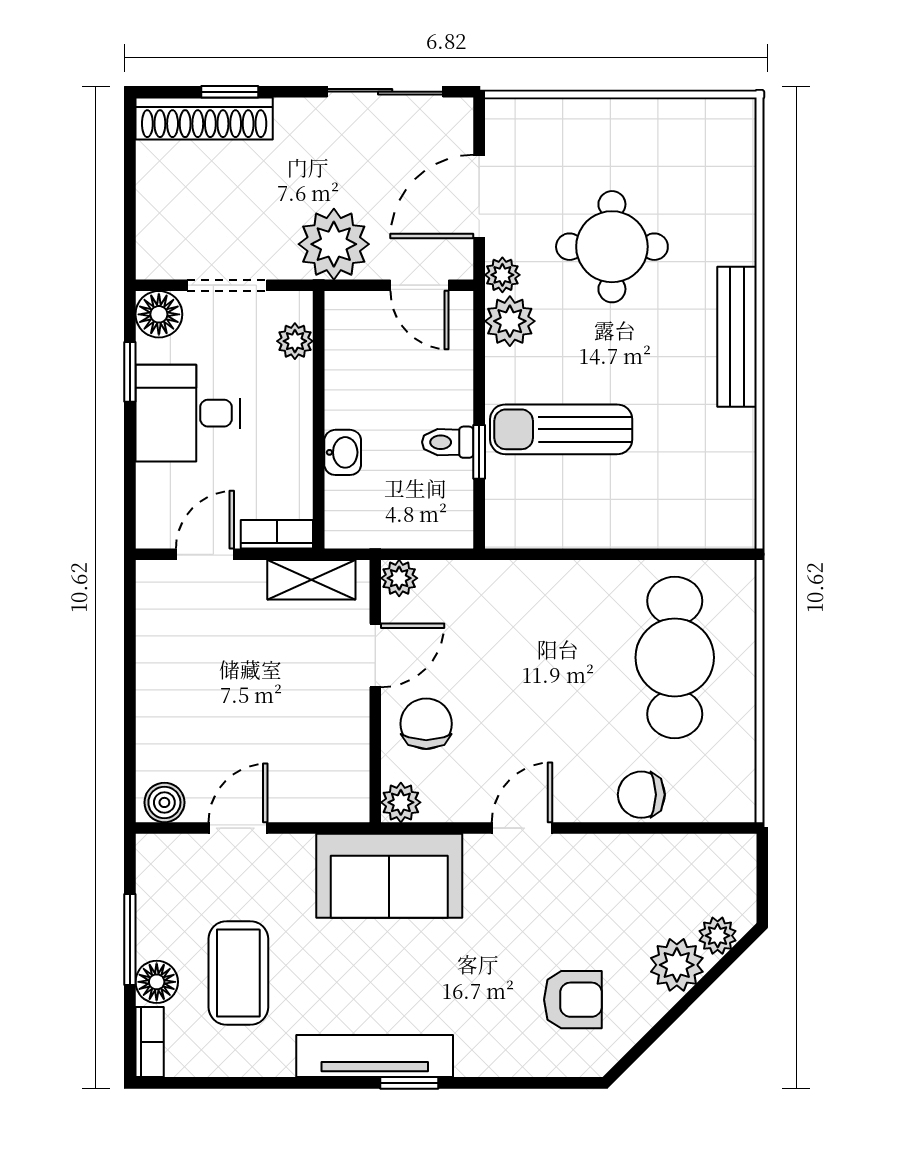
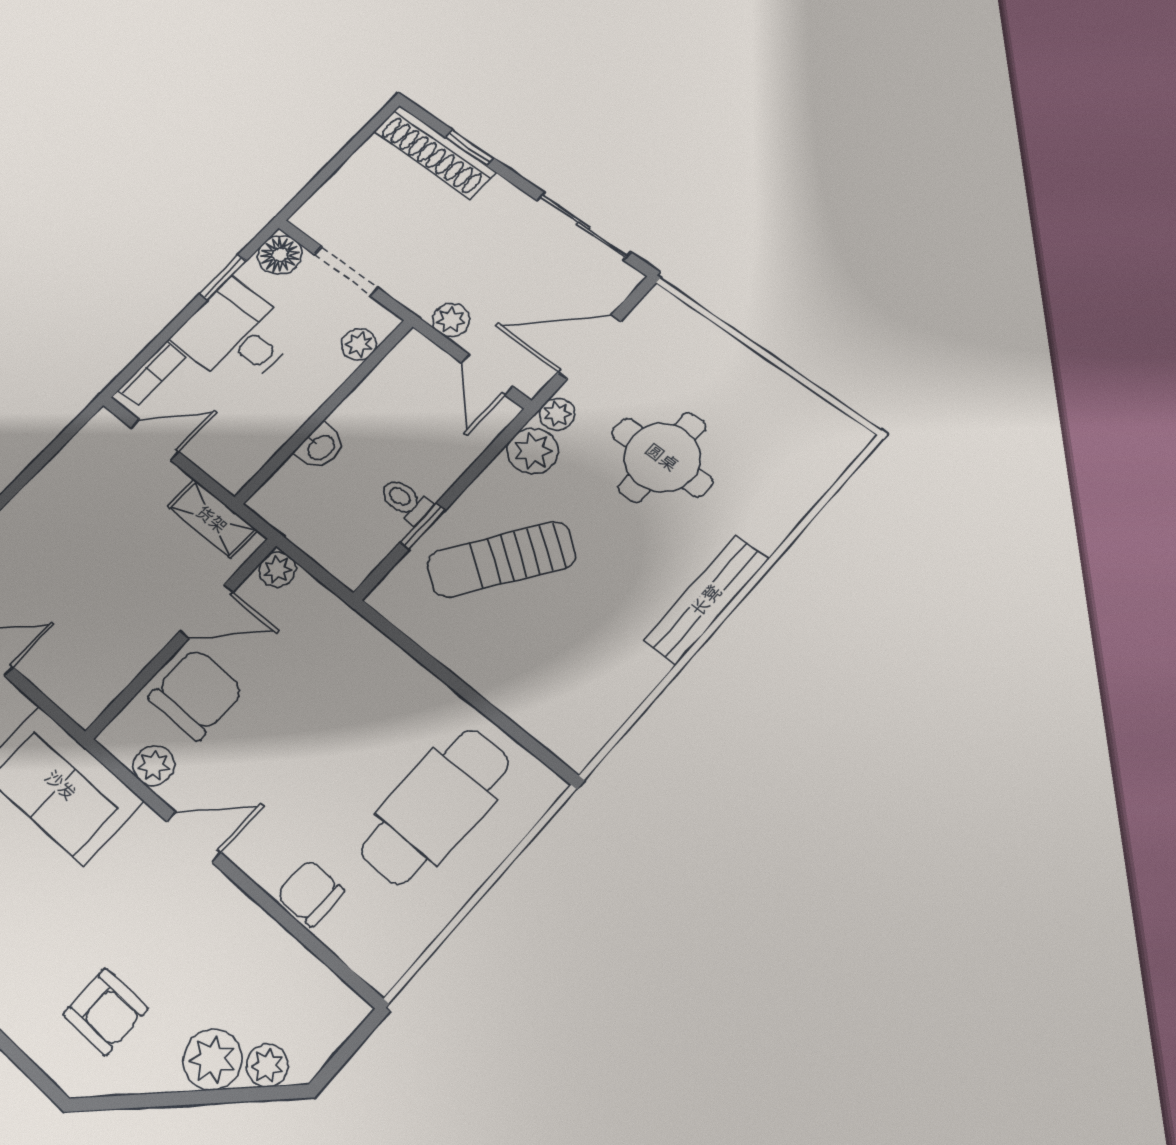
plant: (334, 244) -> (451, 320), width x0.53, depth x0.53
sun lounger: (561, 429) -> (501, 559), turned -55
bookcase: (277, 534) -> (152, 374), moved, turned 90
chair: (426, 724) -> (196, 694), width x1.37, depth x1.37
plant: (401, 802) -> (154, 765), moved

